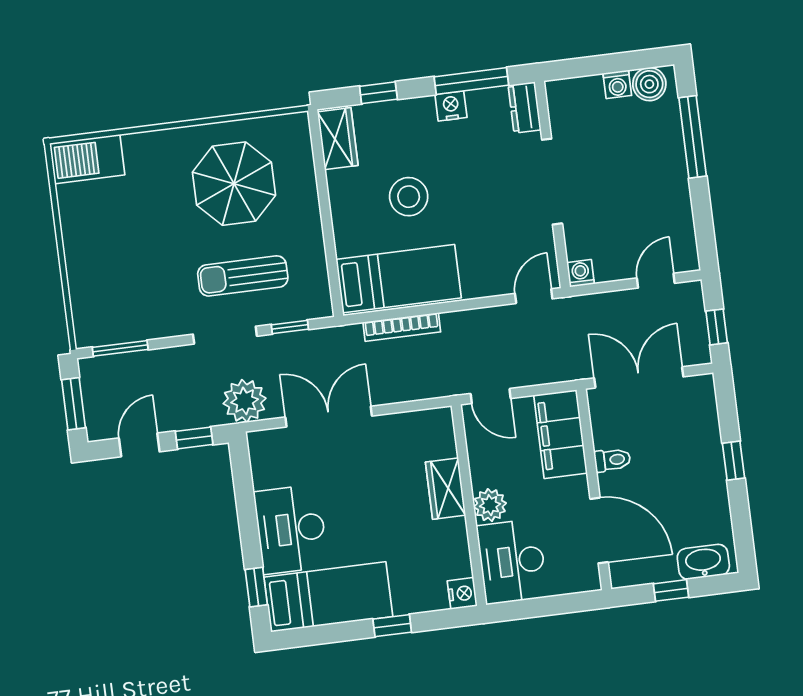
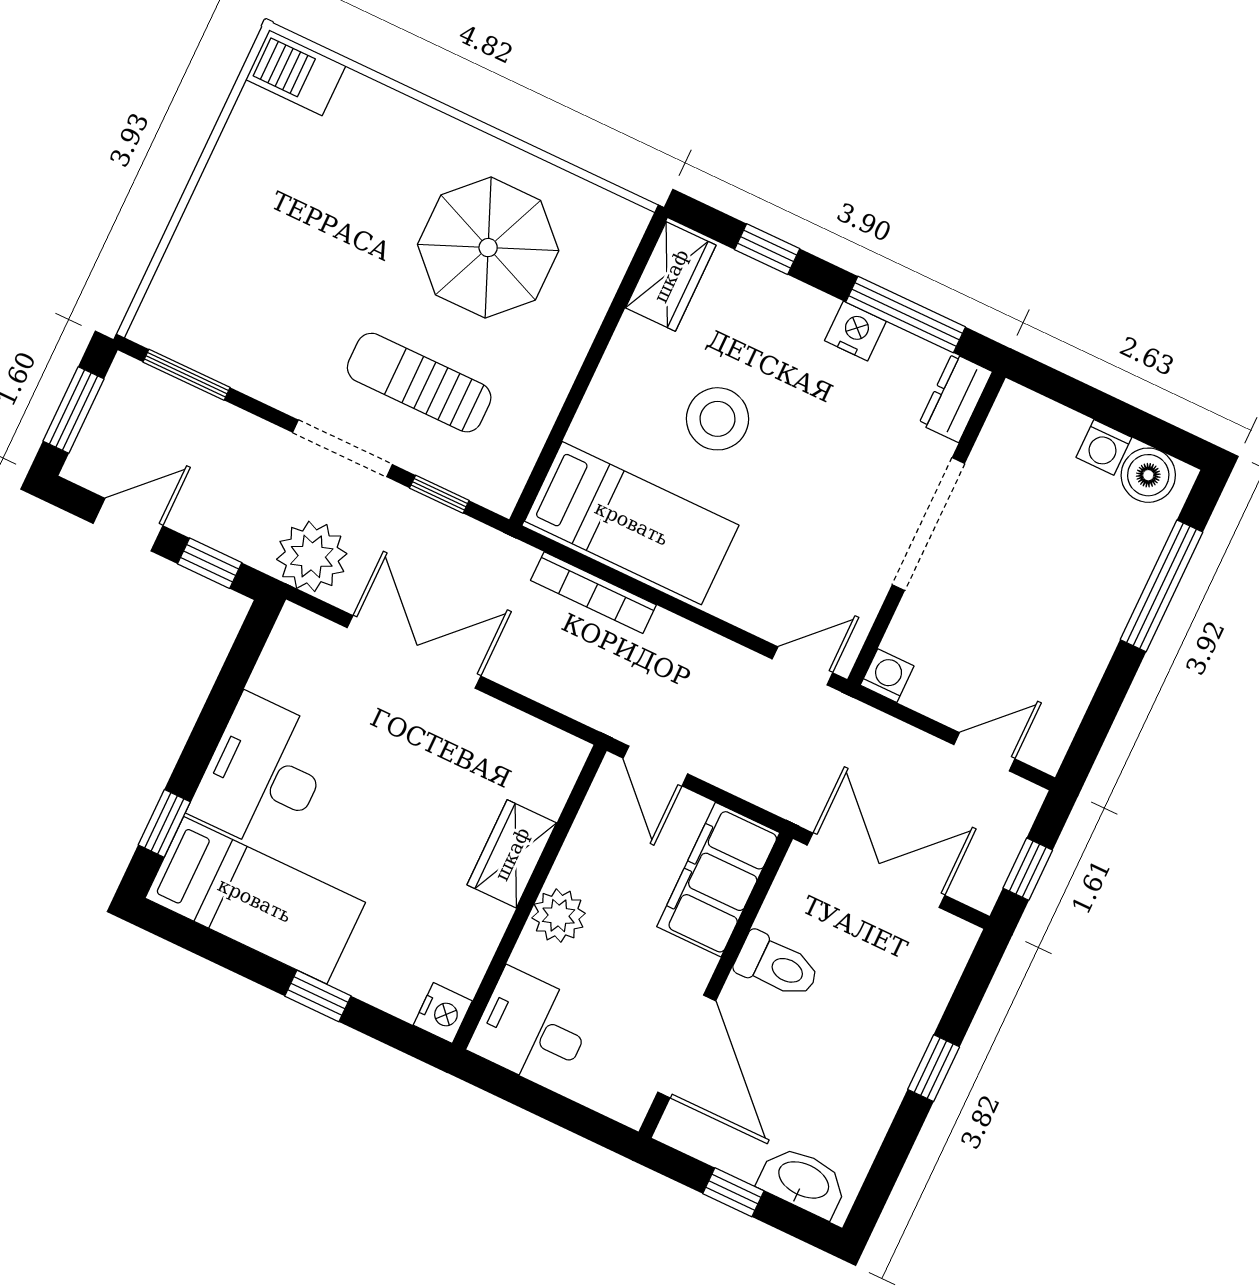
barbecue: (87, 159) -> (296, 73), width x0.73, depth x0.83
toilet: (612, 460) -> (777, 966), width x1.37, depth x1.39
desk: (512, 561) -> (532, 1029), width x0.73

